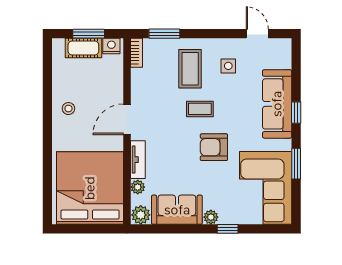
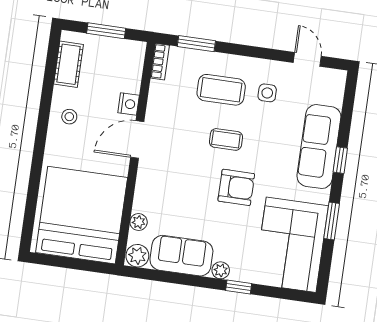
nightstand: (111, 46) -> (129, 104), moved, turned 90
cot: (83, 48) -> (69, 64), moved, turned 90
coffee table: (190, 69) -> (221, 90), turned 90
armchair: (214, 147) -> (236, 187), turned 180
tv unit: (138, 160) -> (143, 189), removed

